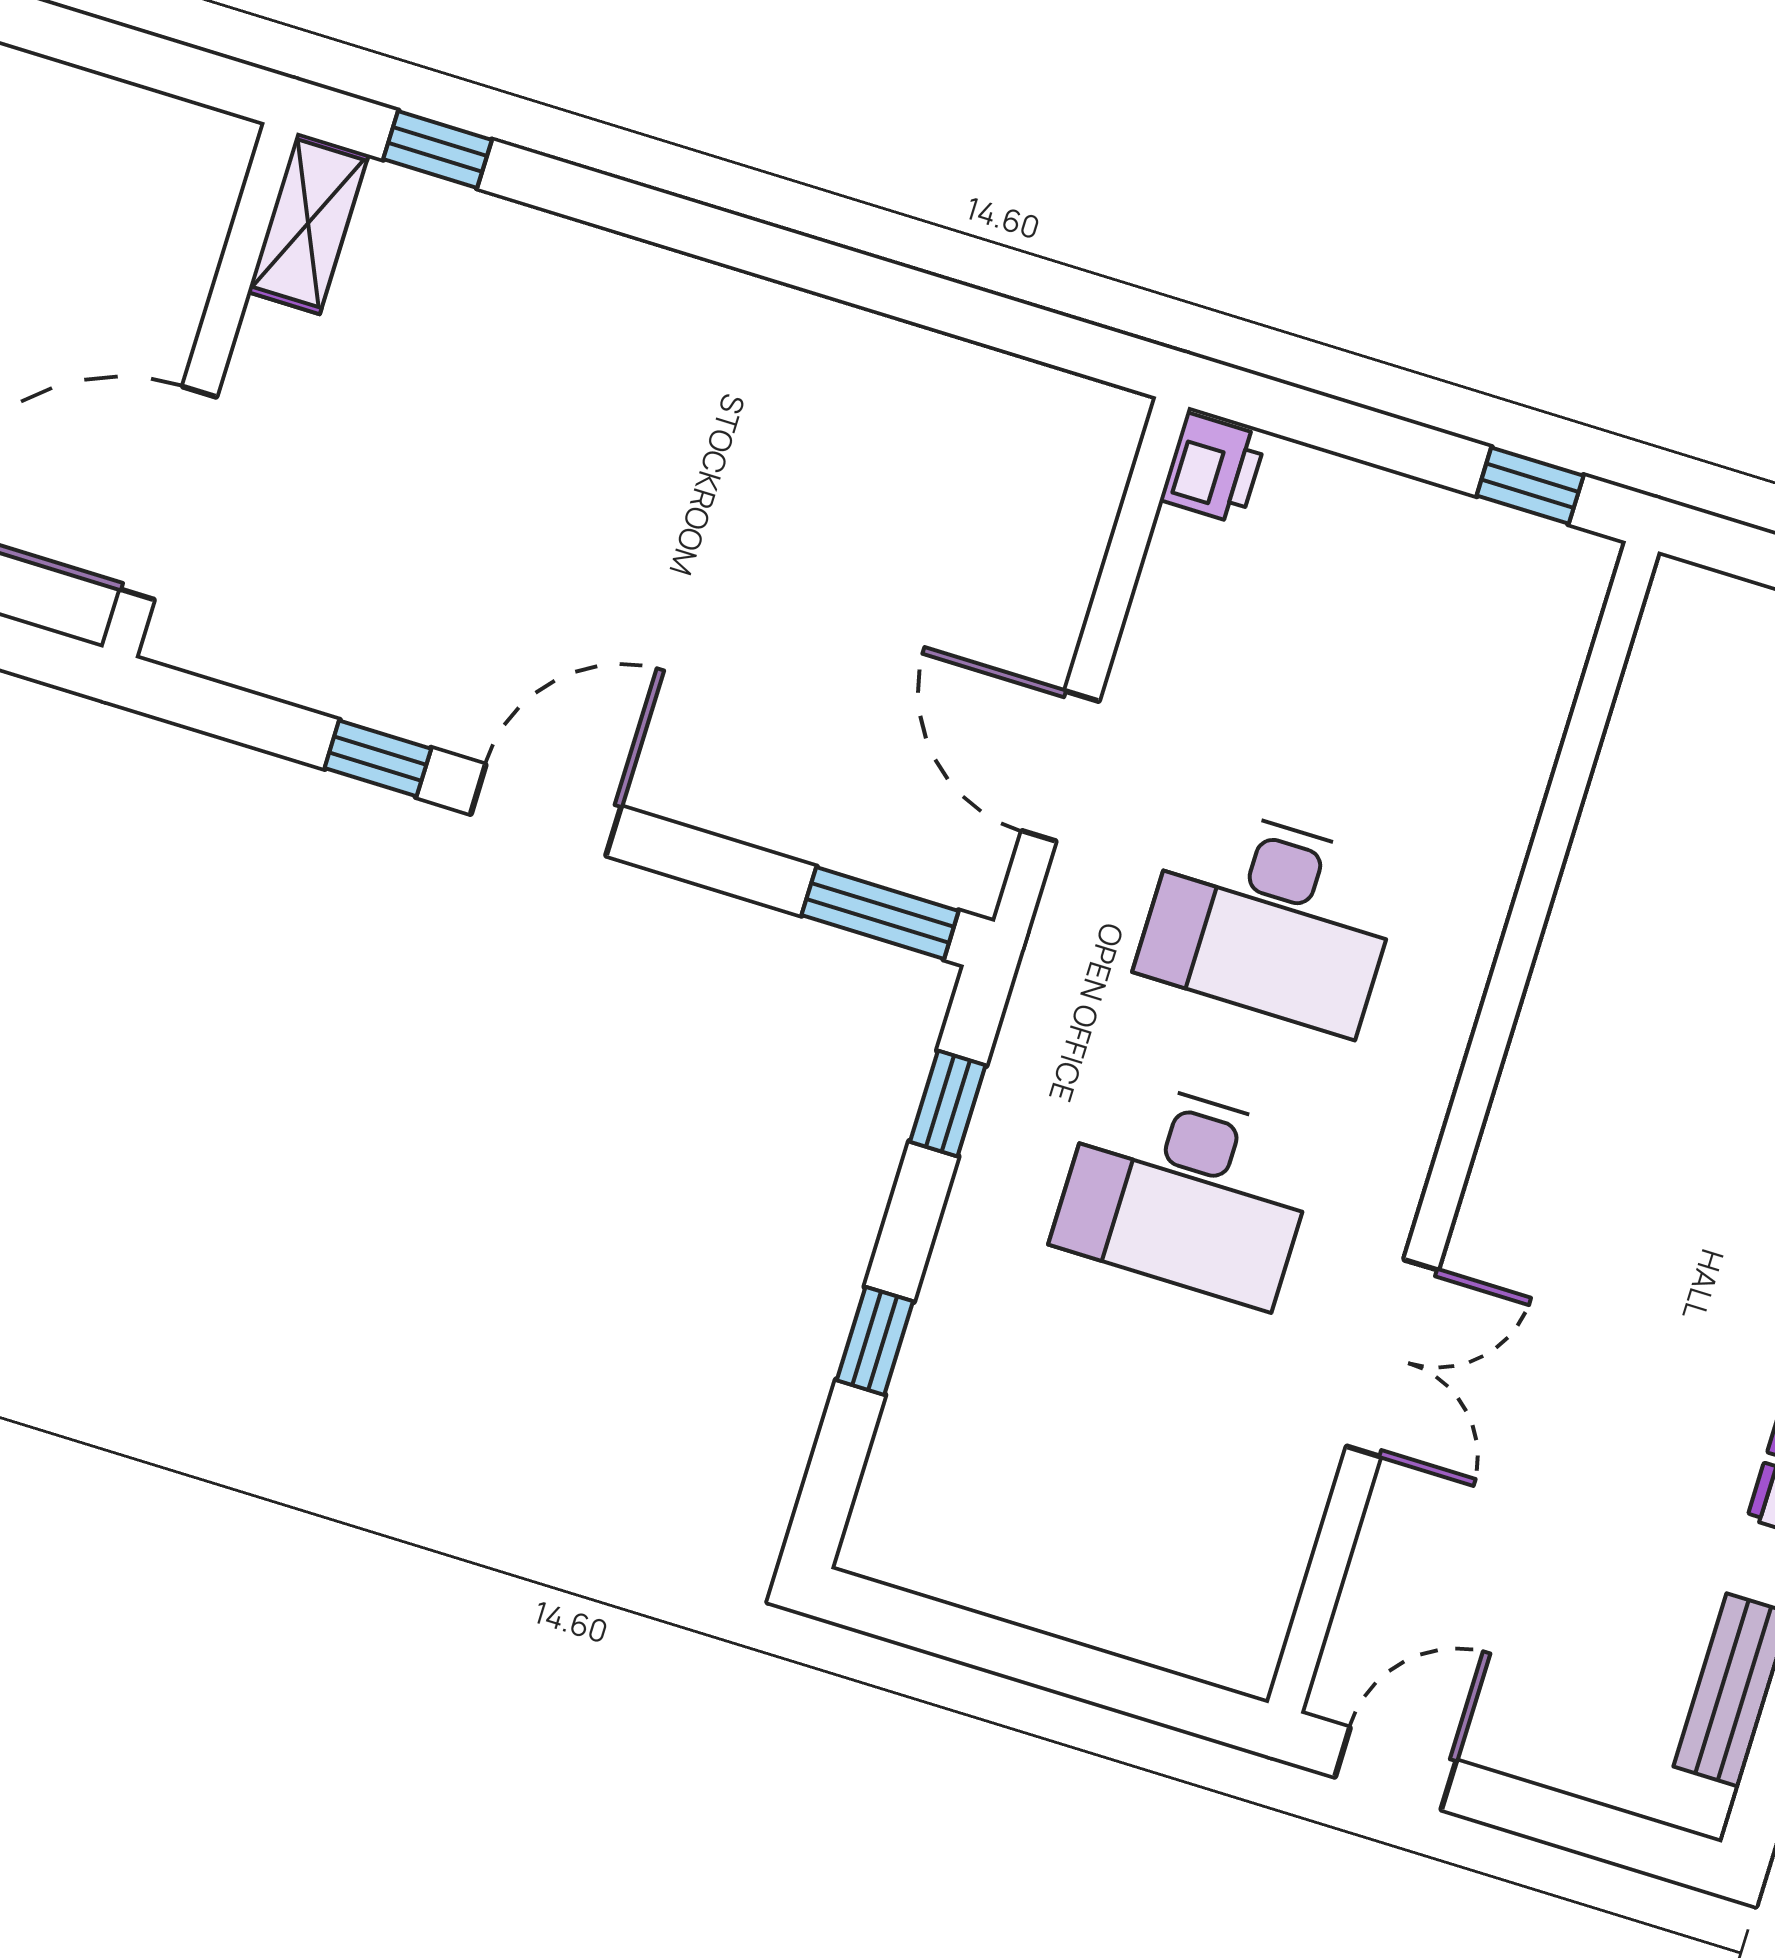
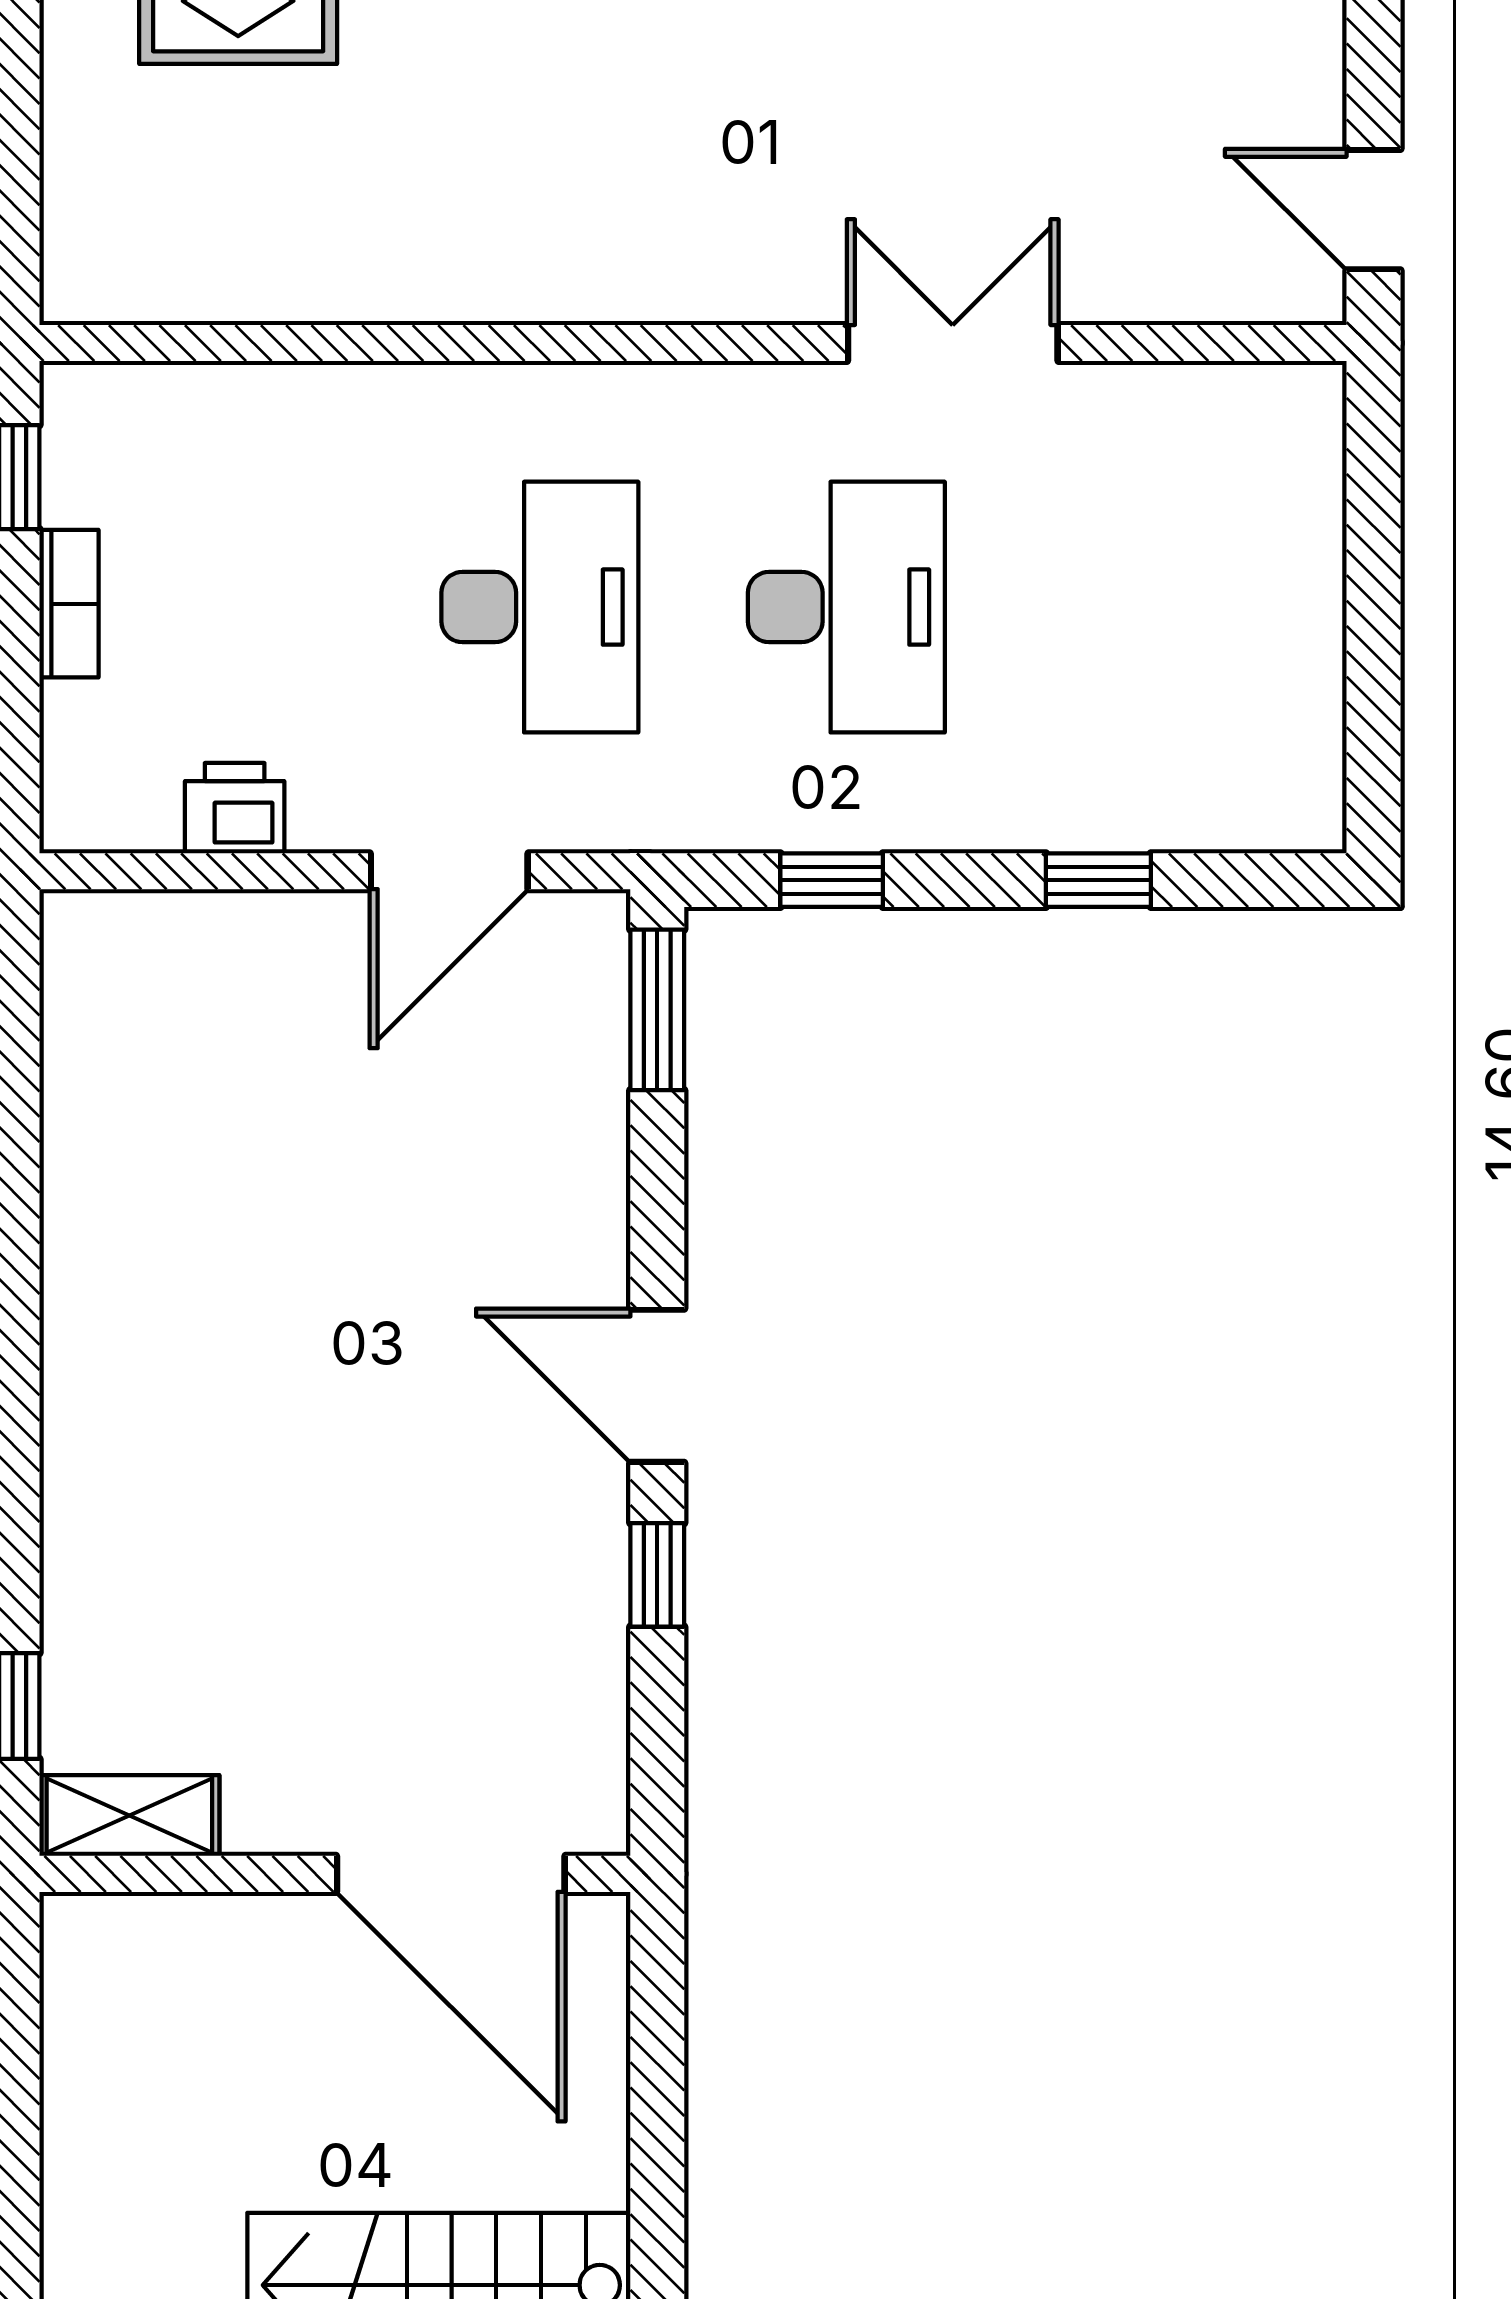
printer: (1213, 468) -> (235, 808), moved
bookcase: (1402, 501) -> (69, 604), added

